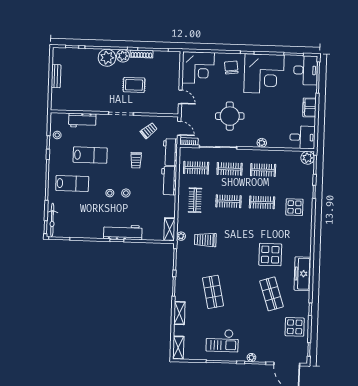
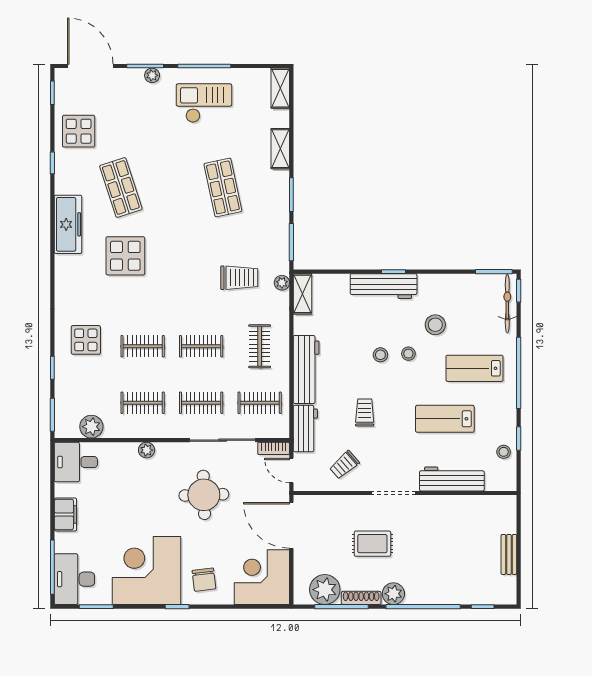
plant: (107, 58) -> (325, 590), moved
door: (180, 97) -> (291, 525), width x1.87
workbench: (82, 120) -> (452, 479), width x1.38
plant: (308, 158) -> (91, 427), moved
workbench: (169, 181) -> (306, 370), width x1.37
stool: (94, 209) -> (435, 325), added

